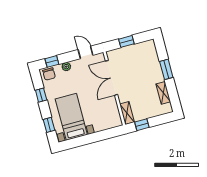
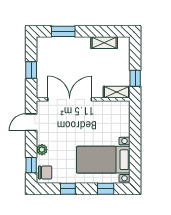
window: (166, 69) -> (63, 31), moved
double door: (111, 78) -> (70, 99), swing flipped

